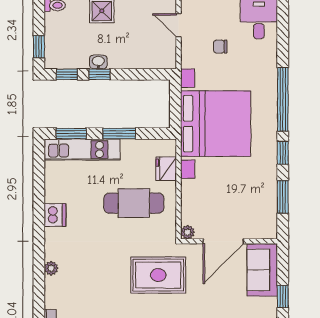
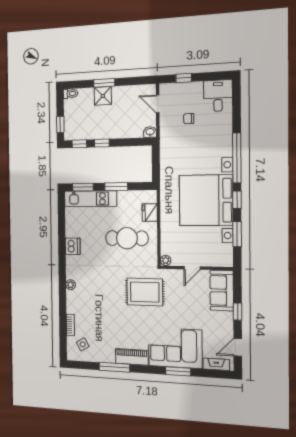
washbasin: (98, 62) -> (150, 132), moved
bed with nightstands: (216, 124) -> (206, 200), moved, turned 180
door: (223, 241) -> (192, 268), width x0.53

